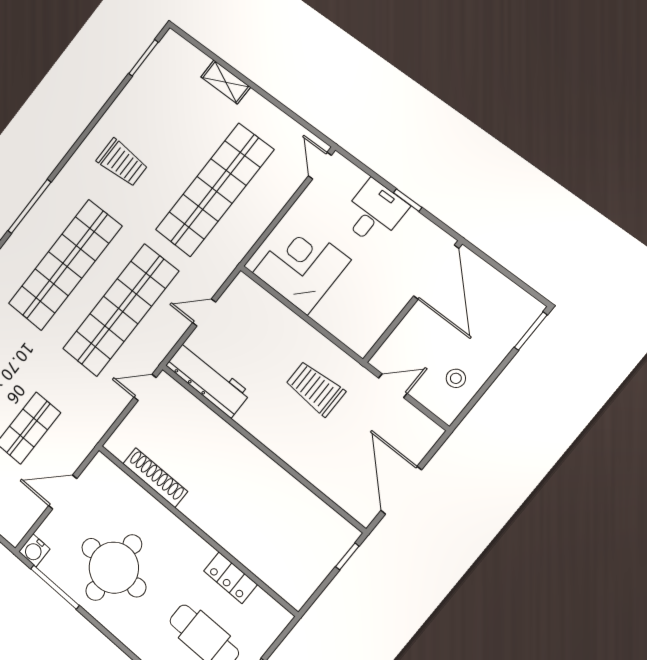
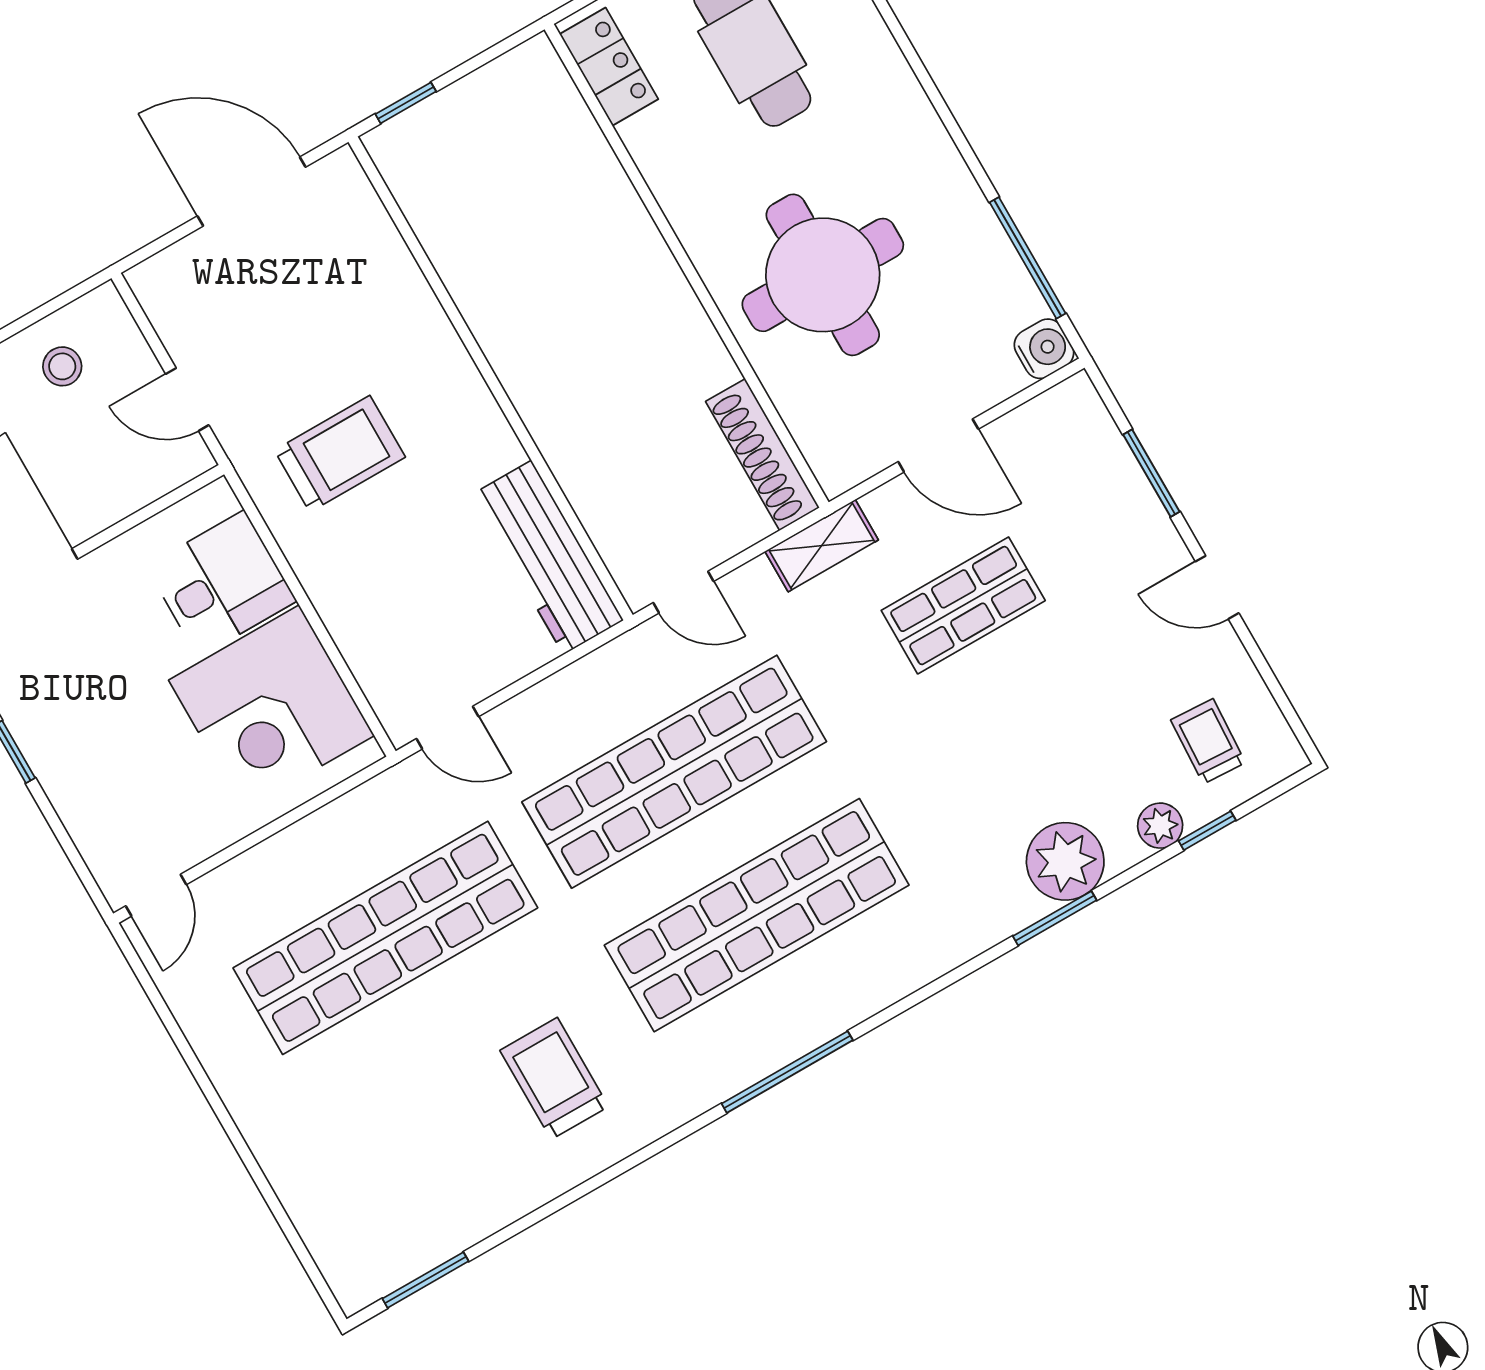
shelving: (226, 82) -> (822, 546), moved, turned 90
desk: (374, 212) -> (221, 584), moved, turned 180
door: (204, 312) -> (448, 728), moved
trolley: (315, 388) -> (340, 454), turned -90
shoe rack: (155, 478) -> (762, 455), moved
door: (401, 490) -> (252, 192), swing flipped
round table: (114, 568) -> (823, 275), moved
locker: (230, 578) -> (609, 67), moved

